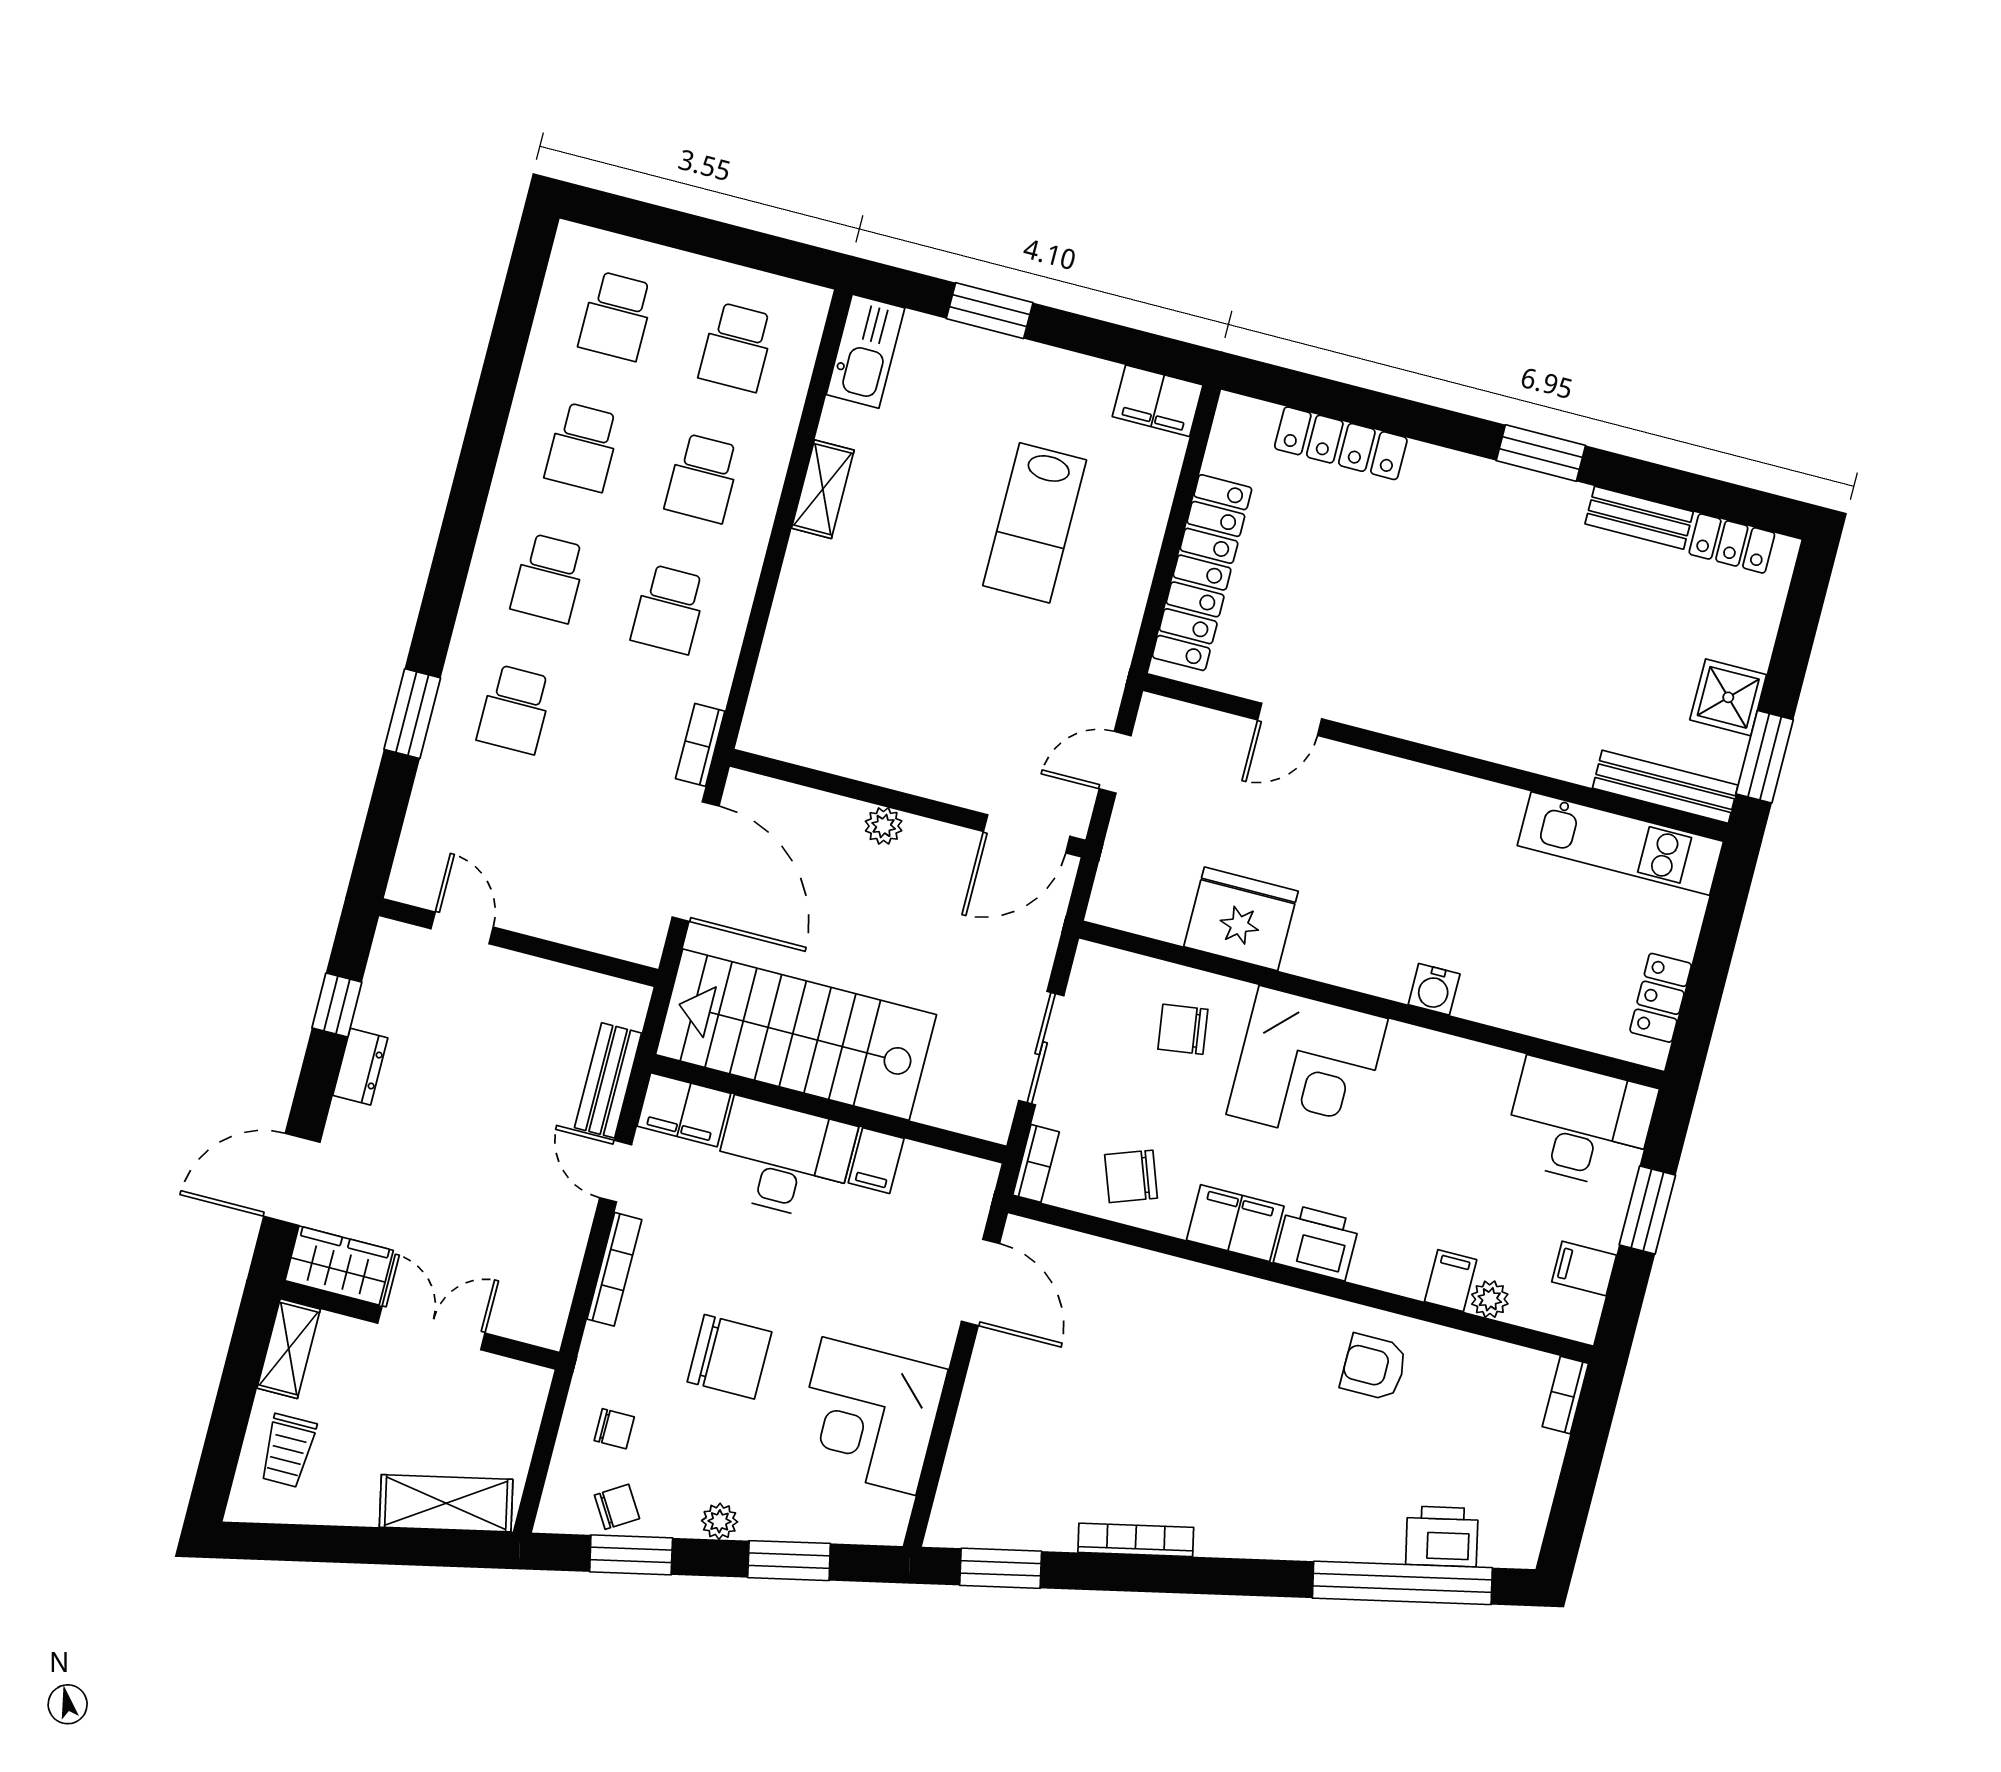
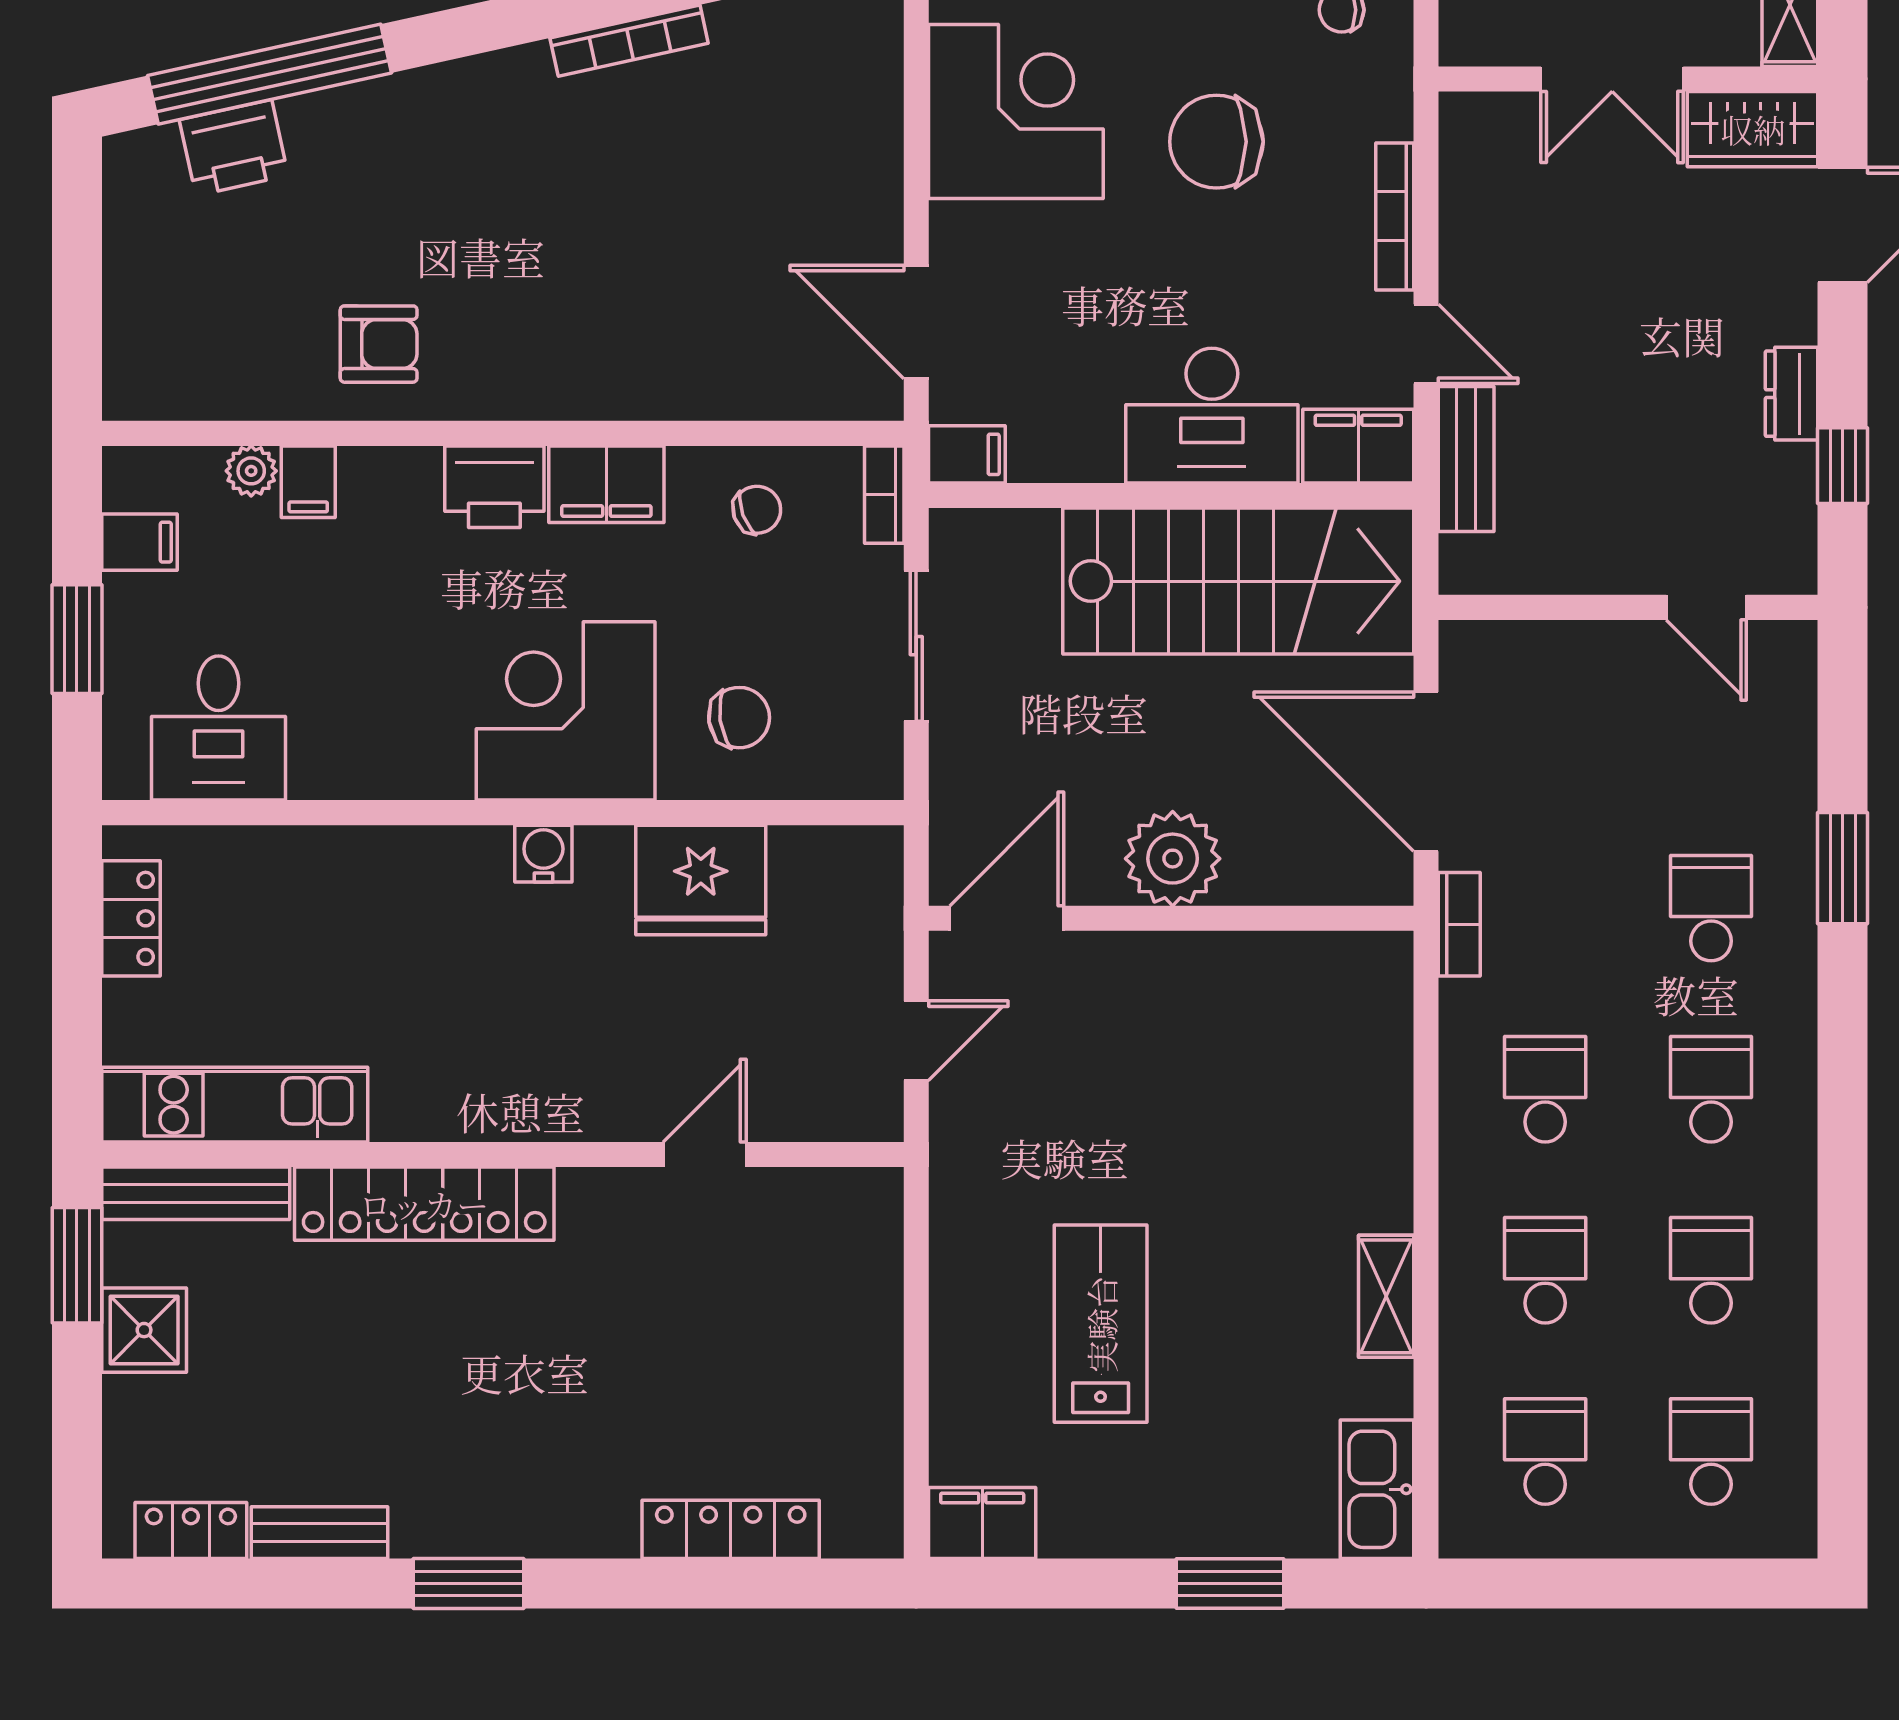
locker: (1202, 573) -> (424, 1204), moved, turned -90
plant: (884, 826) -> (1173, 859), width x1.88, depth x1.88
water cooler: (1434, 989) -> (543, 854), moved
desk: (1580, 1124) -> (219, 728), width x0.73
filing cabinet: (876, 1161) -> (967, 454), moved, turned 90
chair: (1131, 1176) -> (757, 510), width x0.73, depth x0.73
bookcase: (1565, 1395) -> (121, 372), removed

